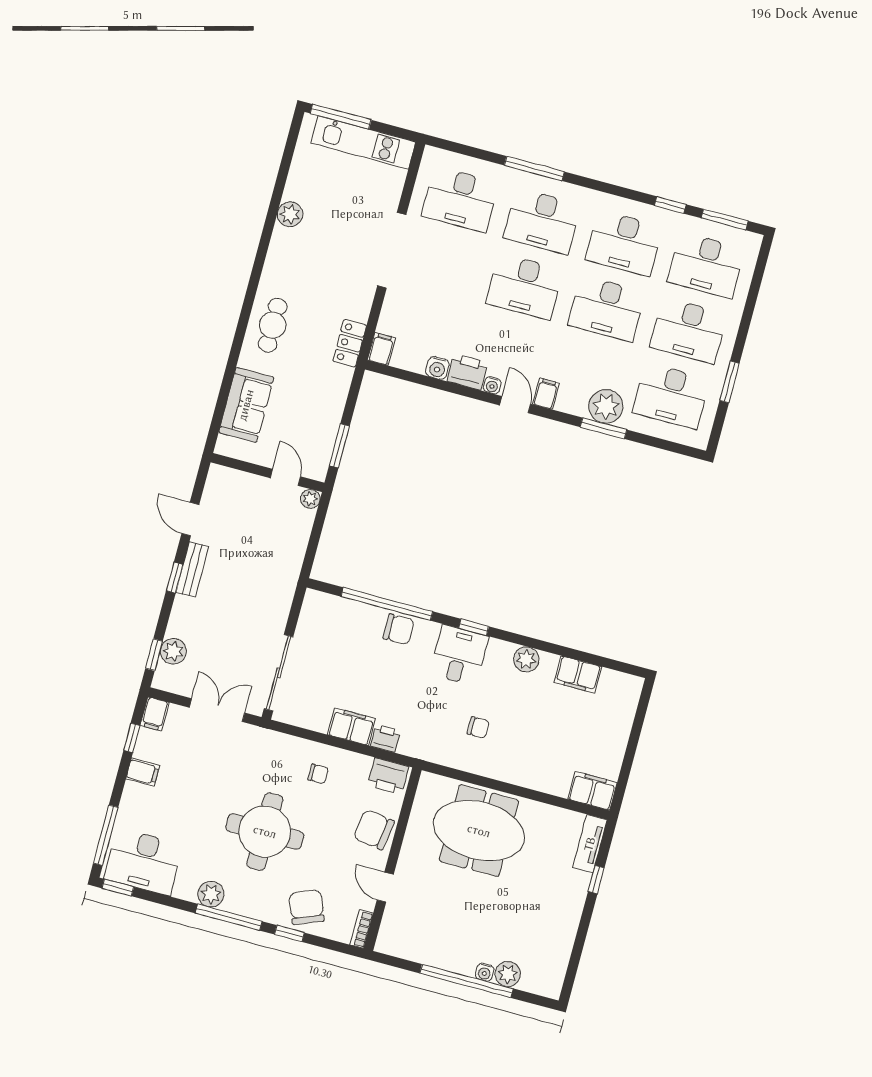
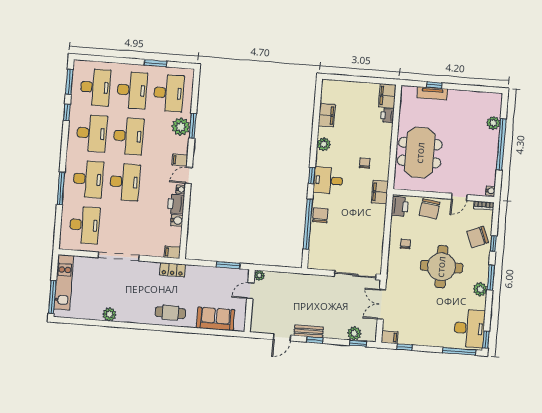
filing cabinet: (352, 727) -> (380, 192), moved
printer: (385, 738) -> (387, 116), moved
filing cabinet: (143, 772) -> (422, 338), removed
tv unit: (590, 844) -> (432, 93), moved
window: (229, 917) -> (491, 278), width x0.69
water cooler: (485, 972) -> (490, 191), moved

